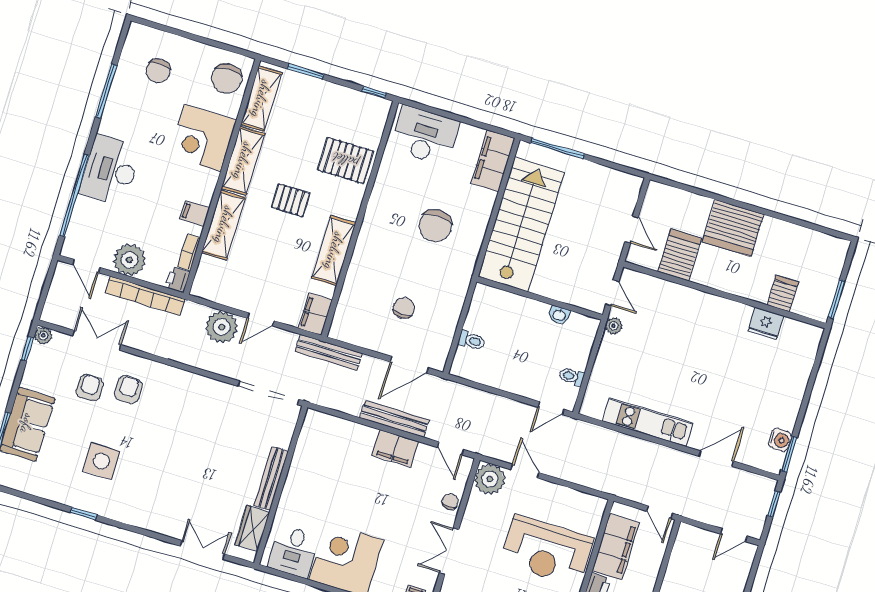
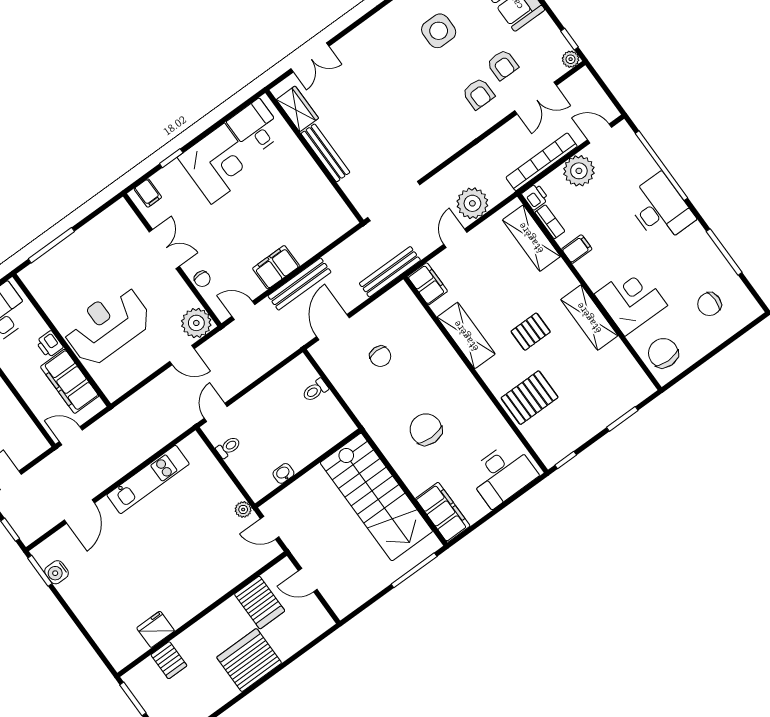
chair: (158, 71) -> (709, 304), turned -90
shelving: (261, 99) -> (627, 368), removed
shelving: (224, 225) -> (531, 238), moved

